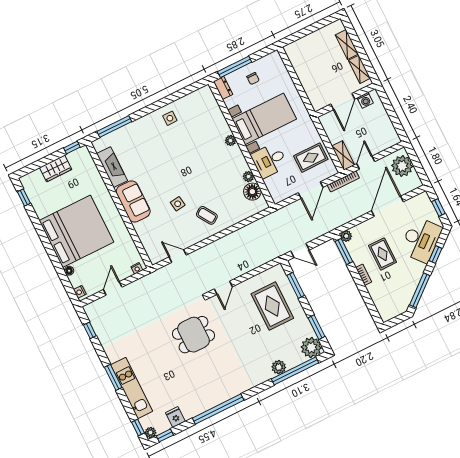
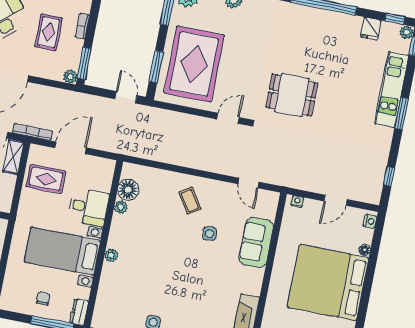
sofa: (133, 201) -> (256, 242), moved
rug: (272, 306) -> (194, 64), width x1.37, depth x1.44

